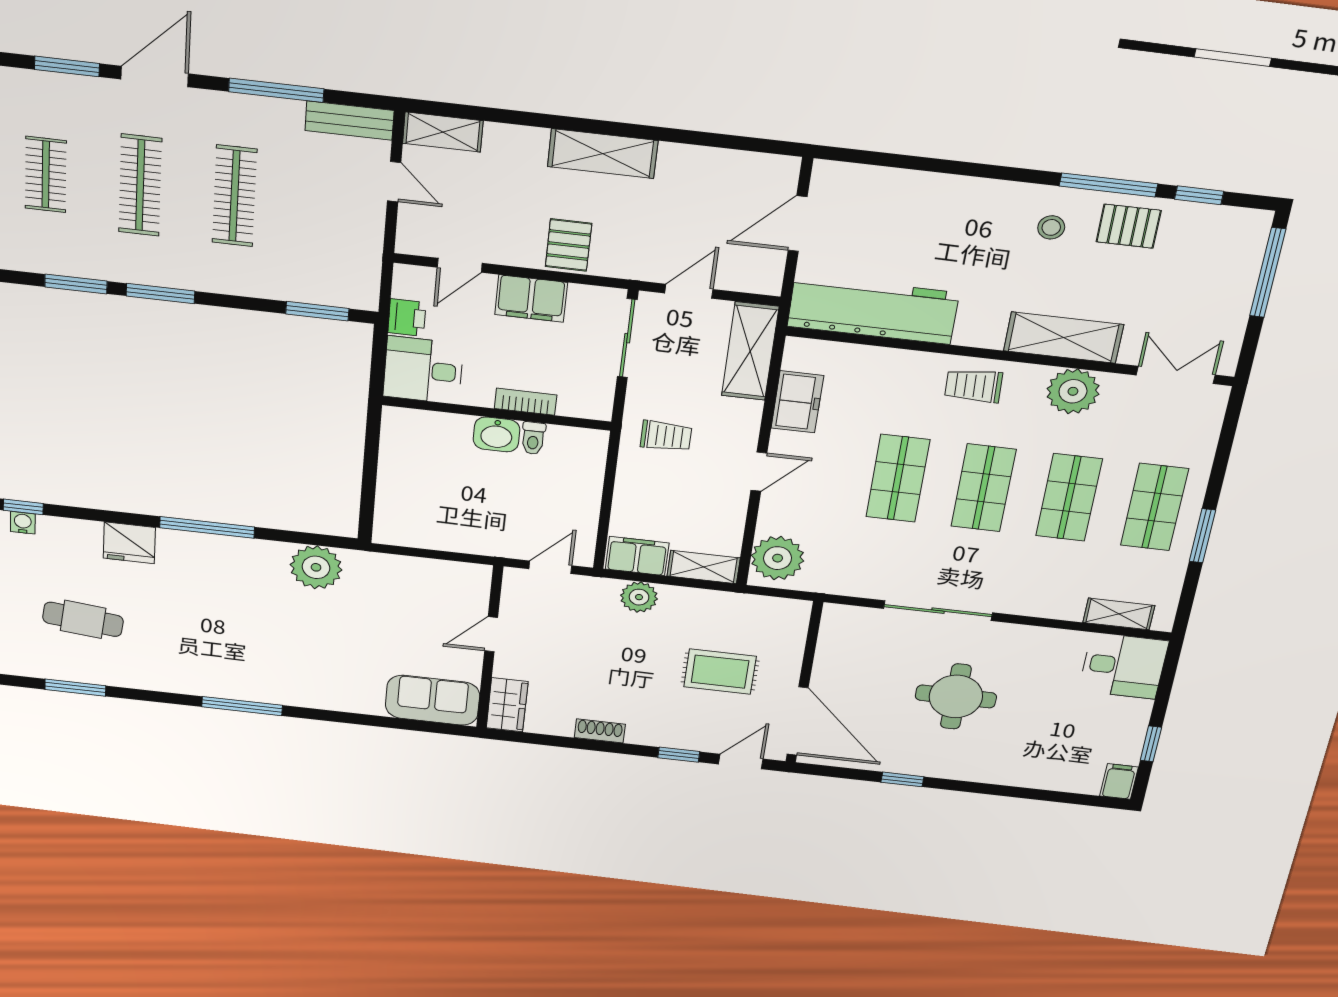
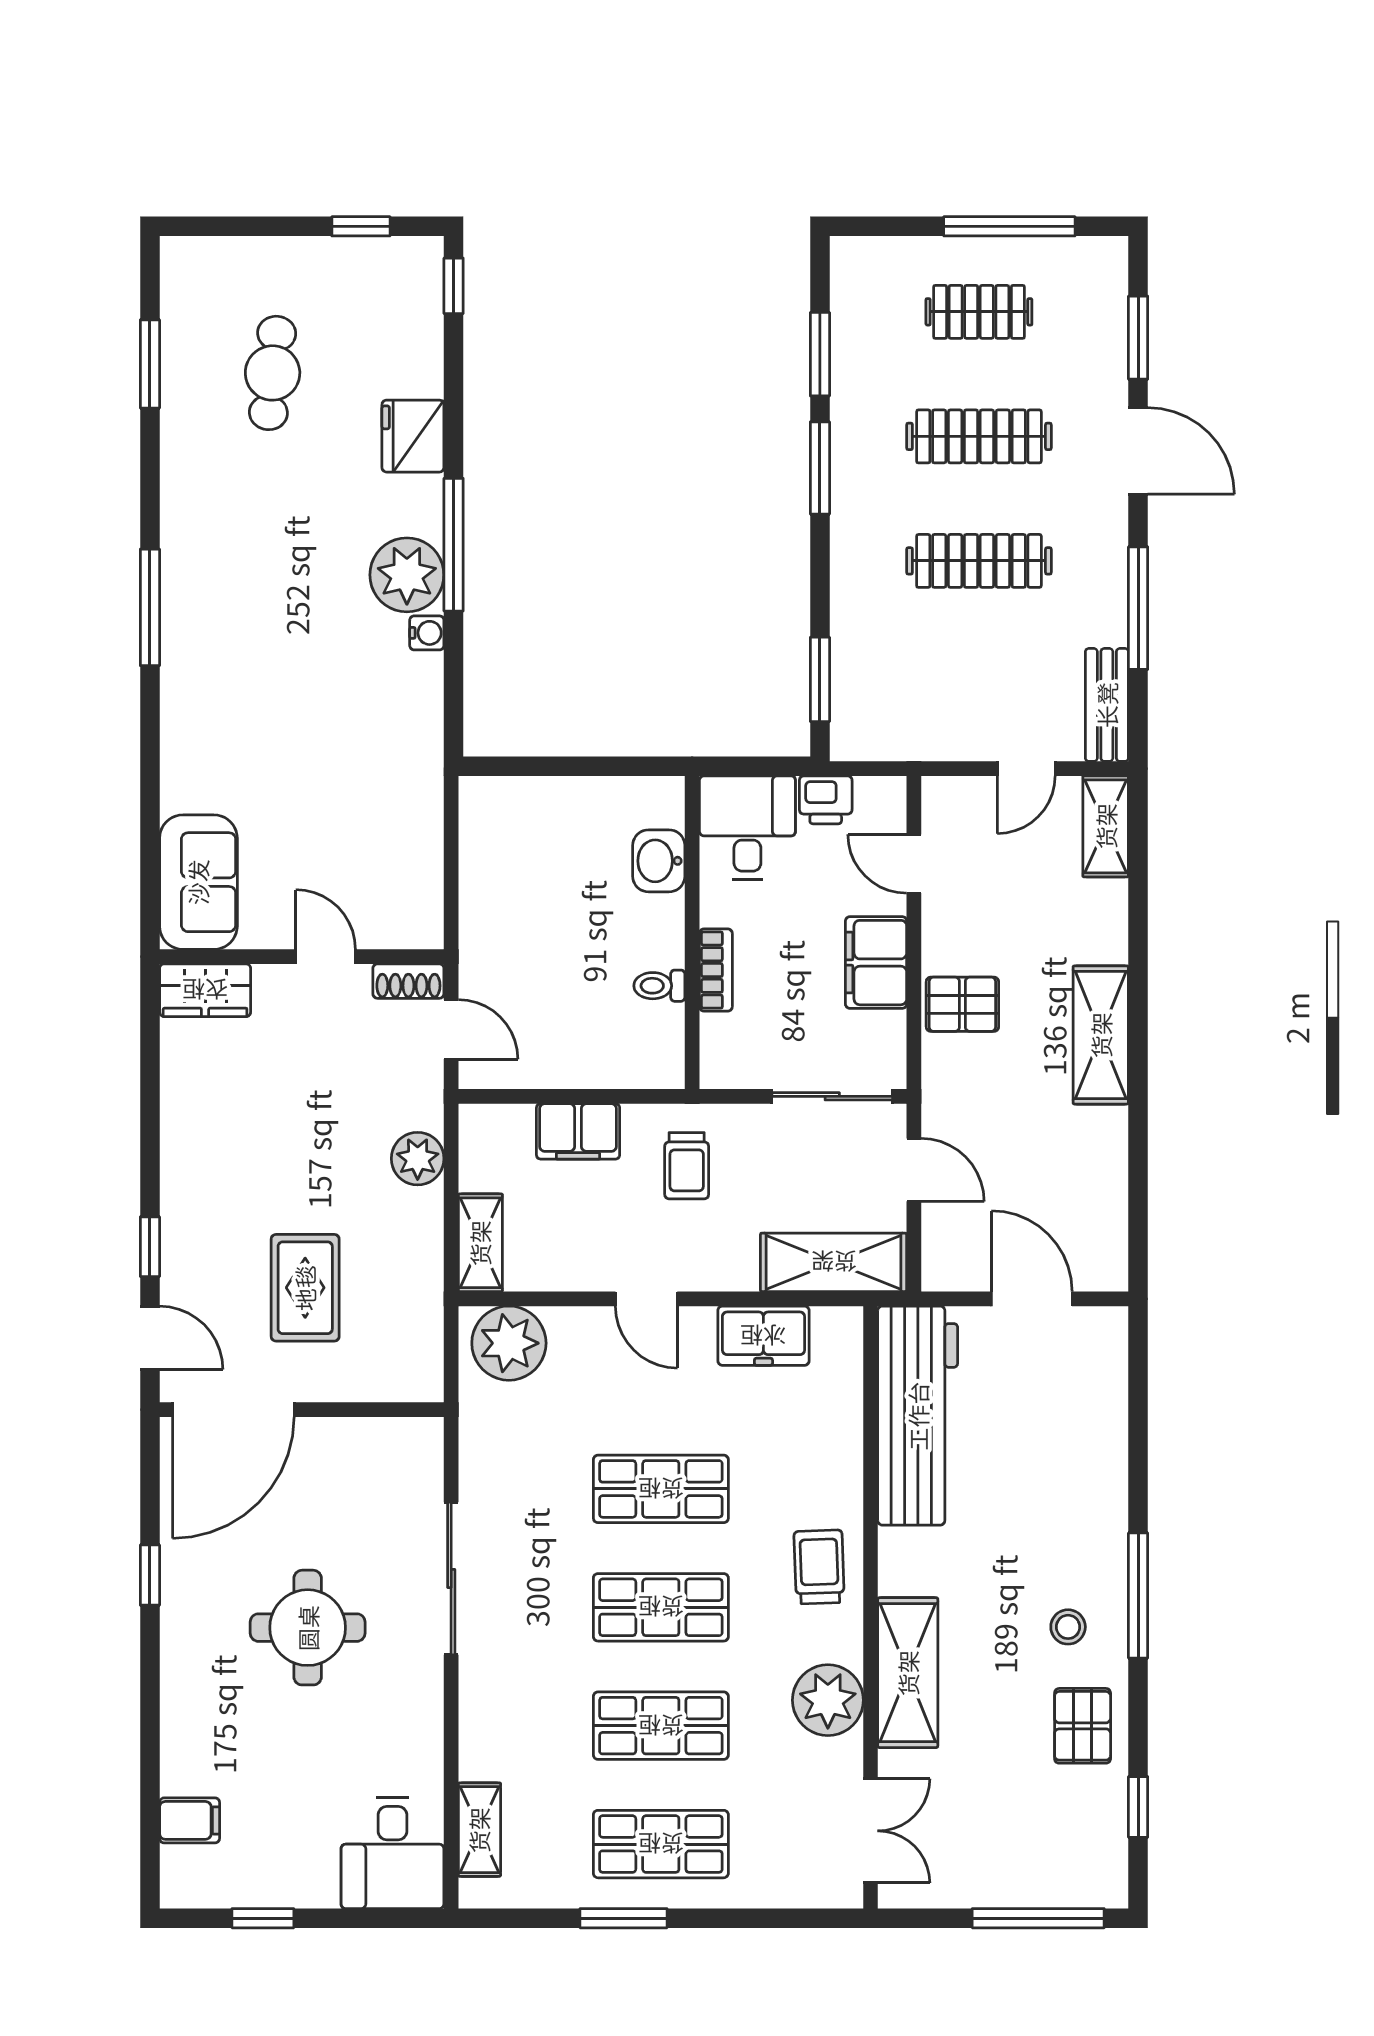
window: (1108, 185) -> (1138, 1595), moved
washbasin: (497, 434) -> (659, 861), moved
water cooler: (23, 523) -> (427, 633), moved
filing cabinet: (637, 556) -> (578, 1131), moved, turned 90
plant: (316, 567) -> (407, 575), moved
shoe rack: (600, 731) -> (408, 981), moved, turned 90
filing cabinet: (1119, 781) -> (190, 1820), moved

